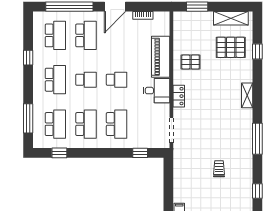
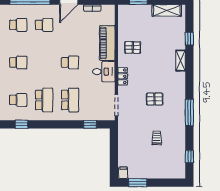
school desk: (55, 35) -> (18, 25), width x0.54
school desk: (86, 35) -> (44, 25), width x0.54
pallet: (231, 47) -> (155, 99), moved, width x0.67, depth x0.71
school desk: (55, 80) -> (18, 62), width x0.54
school desk: (86, 80) -> (44, 62), removed
shelving: (247, 95) -> (181, 61), moved
school desk: (55, 124) -> (18, 100), width x0.54

